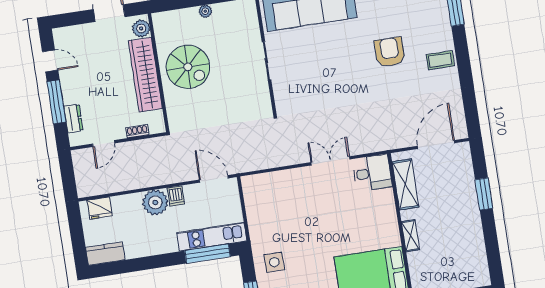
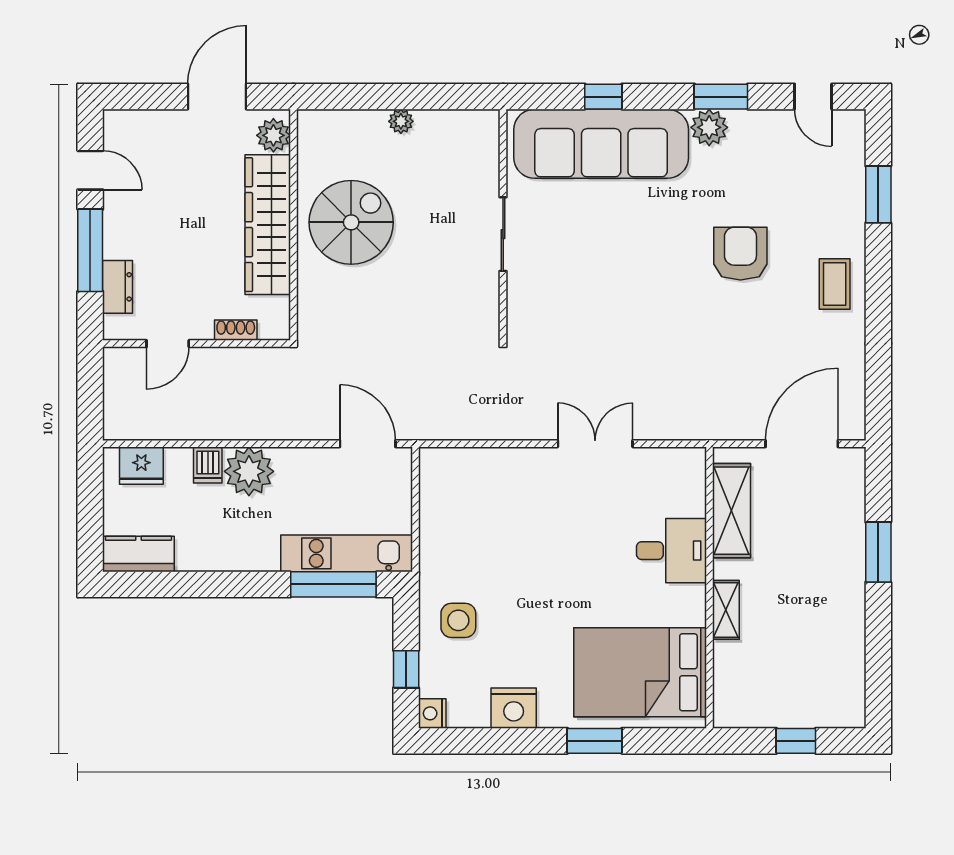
coffee table: (440, 60) -> (835, 284), turned 90
spiral stairs: (188, 67) -> (351, 222), turned -90
desk: (372, 173) -> (671, 551), moved
dishwasher: (176, 196) -> (208, 465), moved

